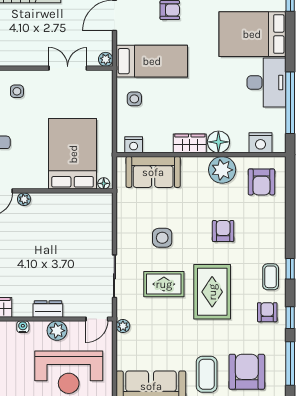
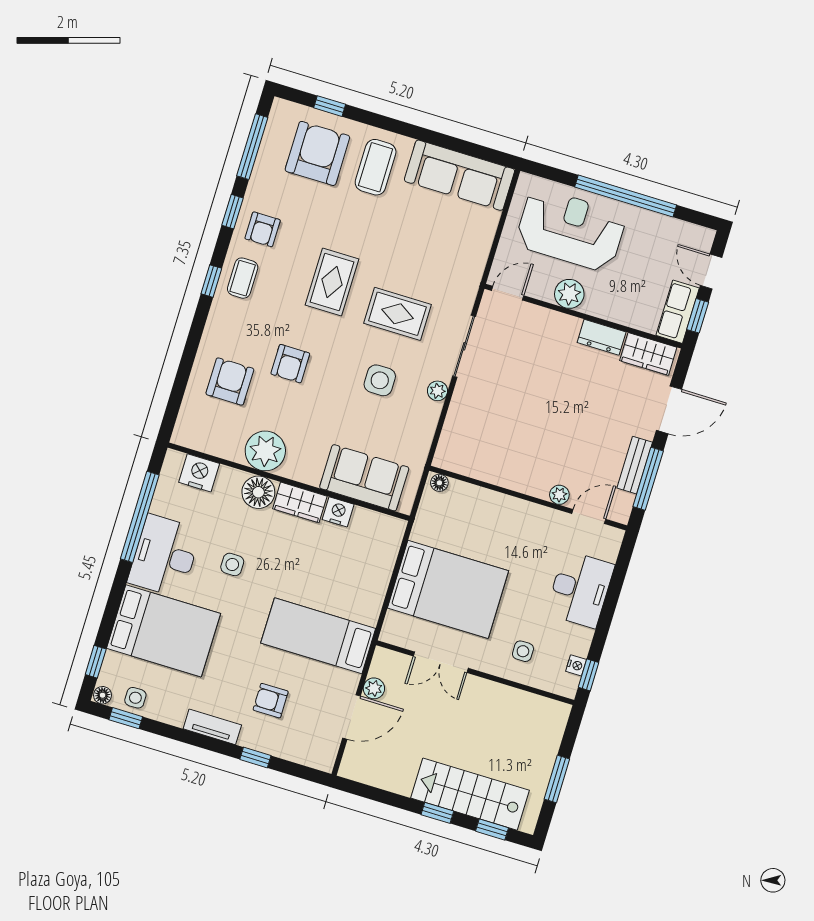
plant: (106, 59) -> (374, 688), moved
side table: (134, 99) -> (232, 564), moved
nightstand: (134, 145) -> (338, 512), moved
bed: (73, 154) -> (448, 589), moved, turned -90
armchair: (261, 182) -> (230, 381), moved
rug: (212, 292) -> (332, 282), width x0.73, depth x0.70
dresser: (48, 309) -> (602, 337), moved
plant: (123, 326) -> (437, 391), moved
water cooler: (23, 327) -> (616, 314), removed
armchair: (247, 372) -> (317, 153), turned 180

